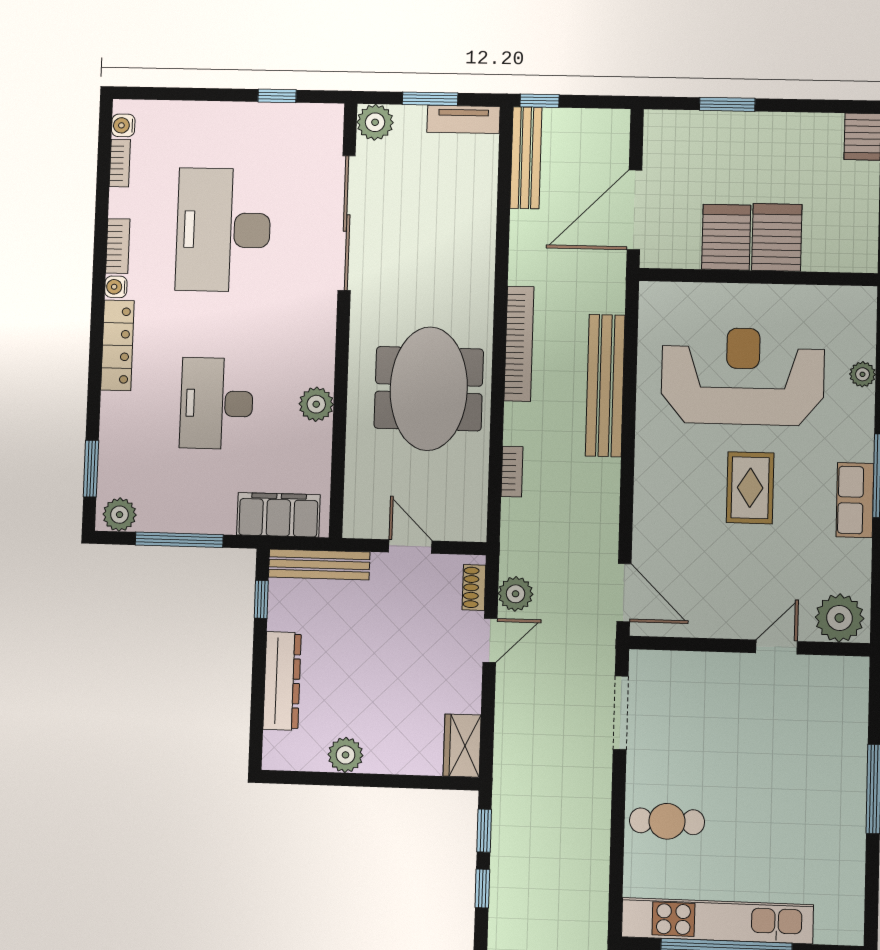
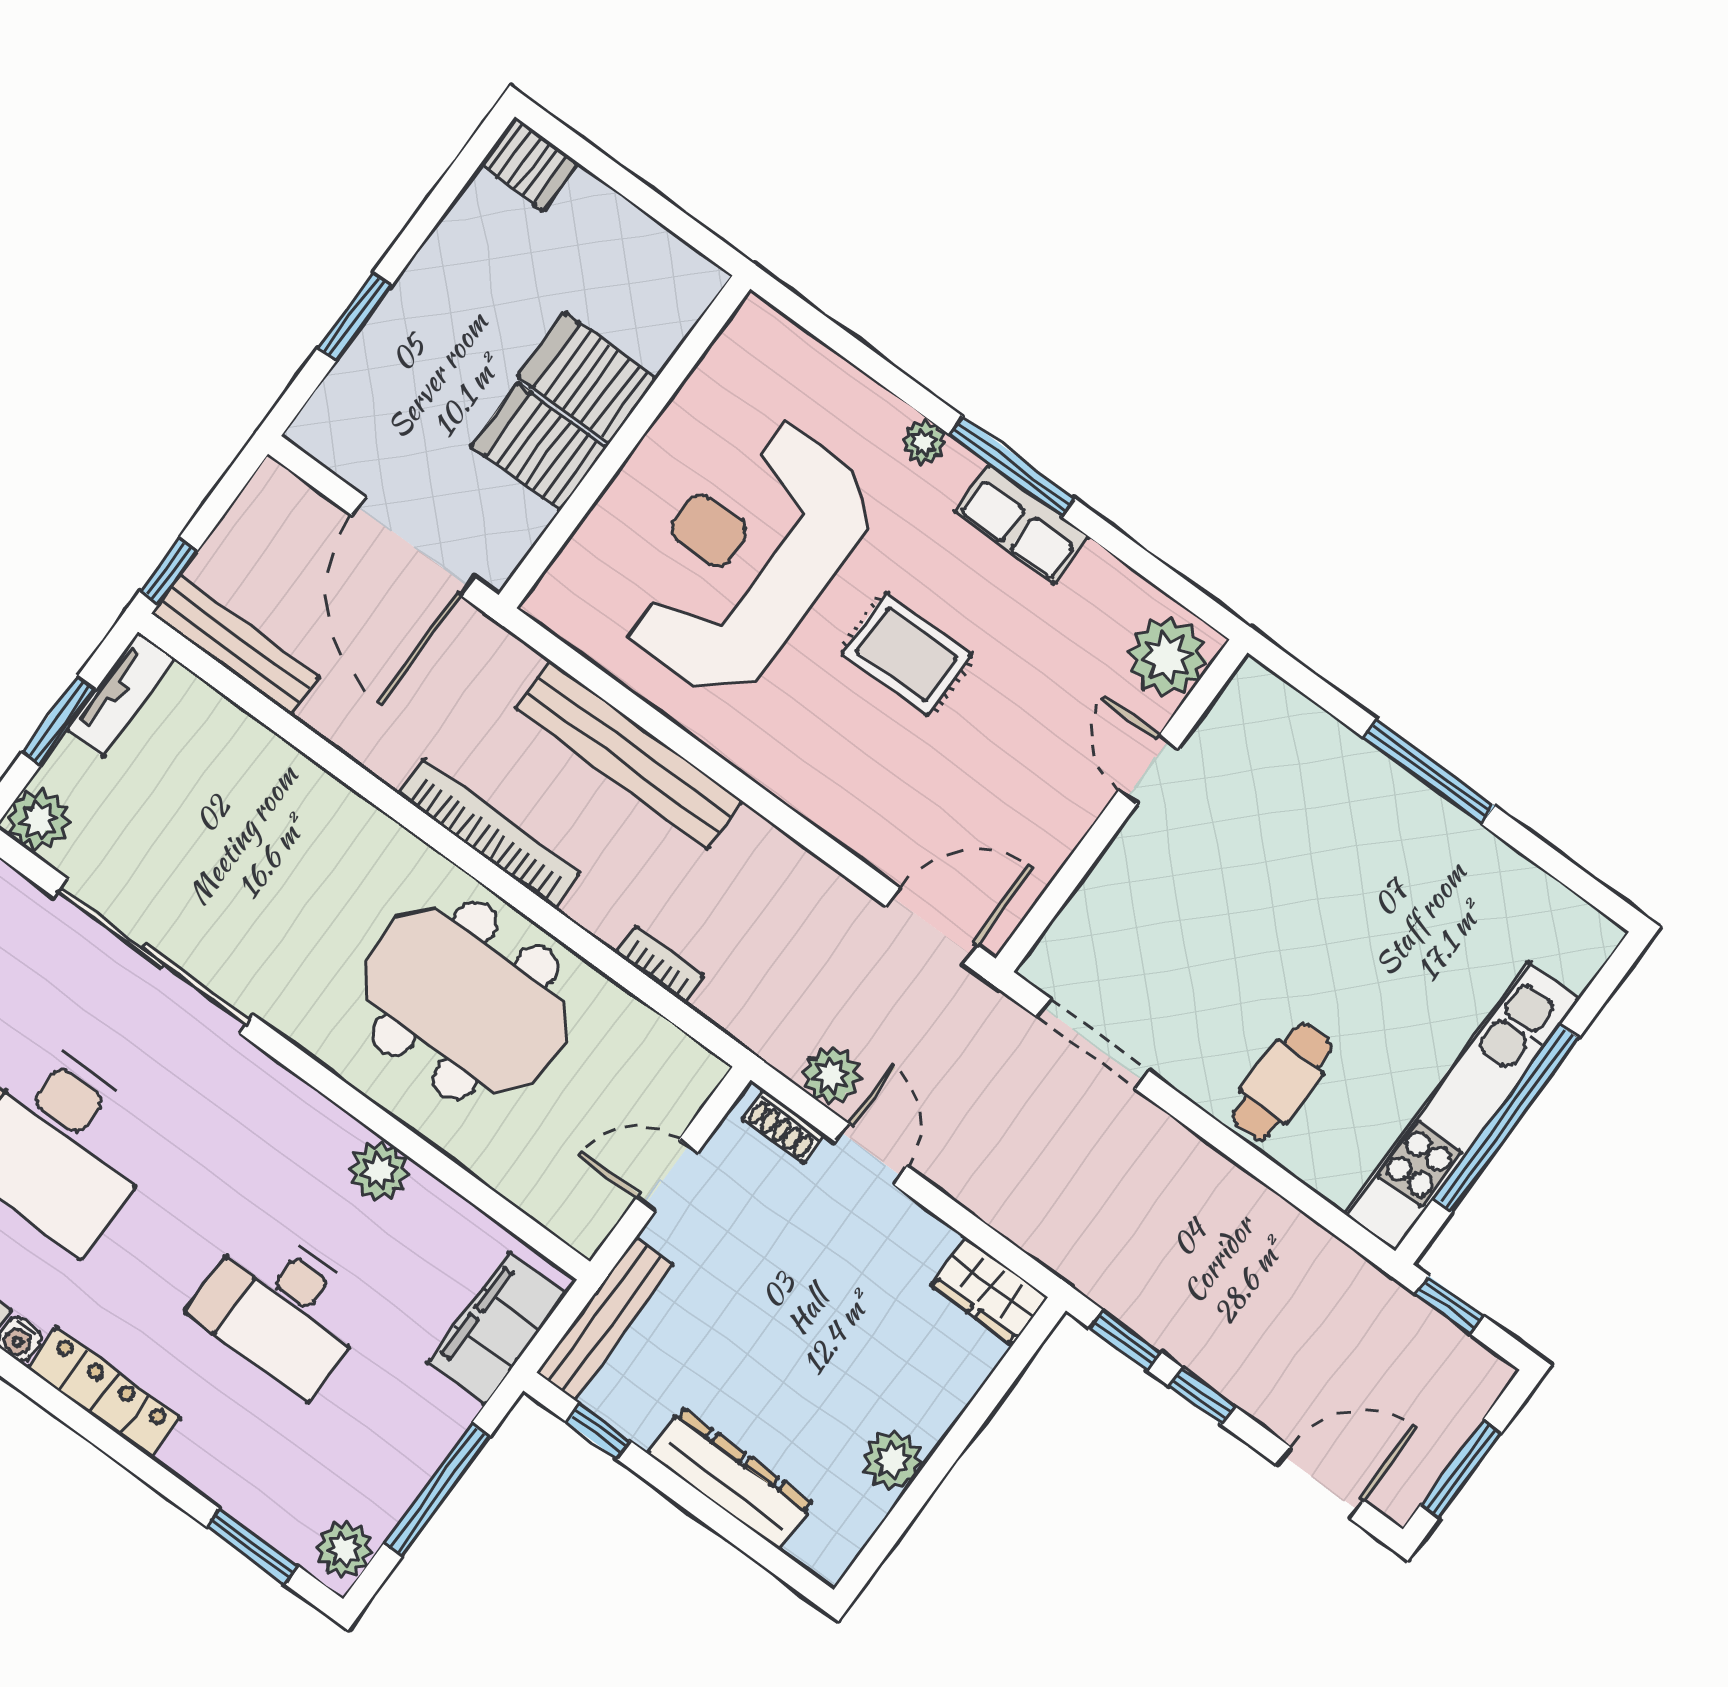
plant: (863, 374) -> (924, 442), moved

